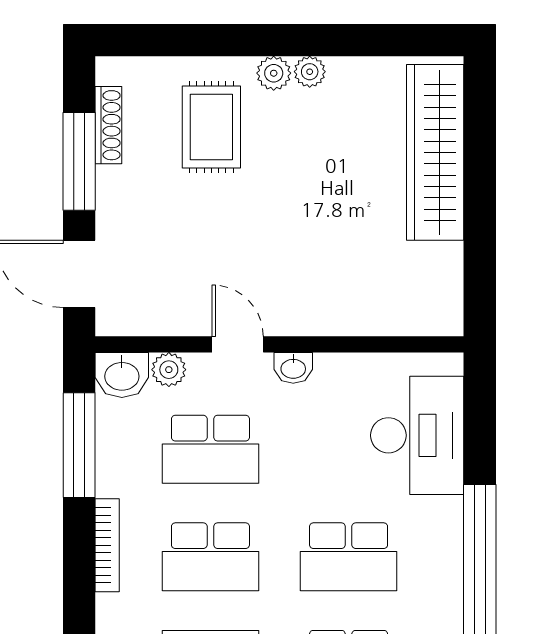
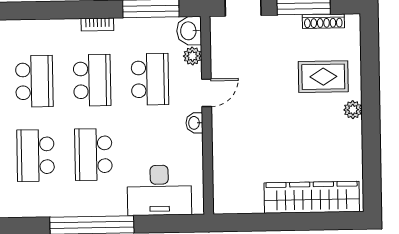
plant: (310, 72) -> (354, 129), removed
school desk: (210, 449) -> (150, 79), turned 180
bookcase: (107, 545) -> (97, 25), width x0.64
school desk: (210, 557) -> (92, 80), turned 180

